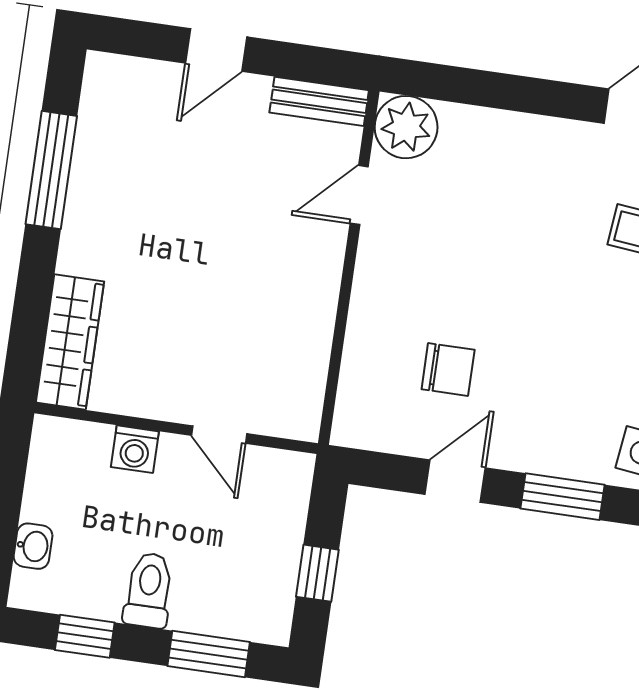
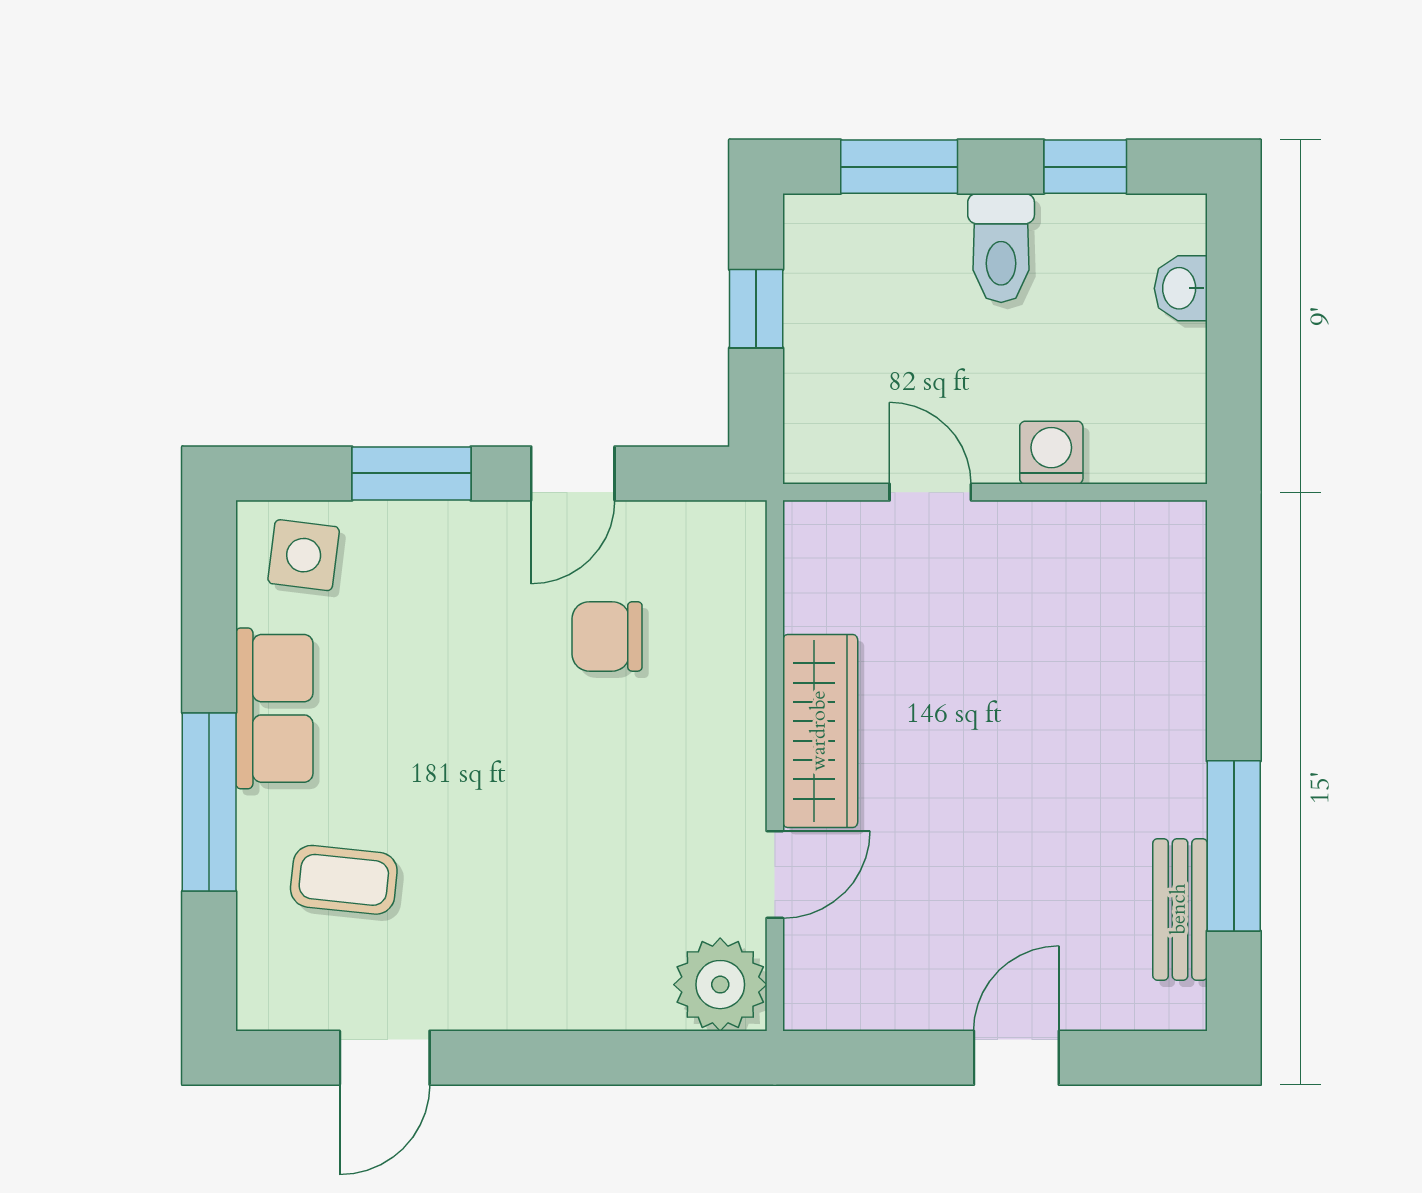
bench: (319, 101) -> (1180, 909), moved, turned 90
wardrobe: (70, 342) -> (820, 731), moved, turned 180

